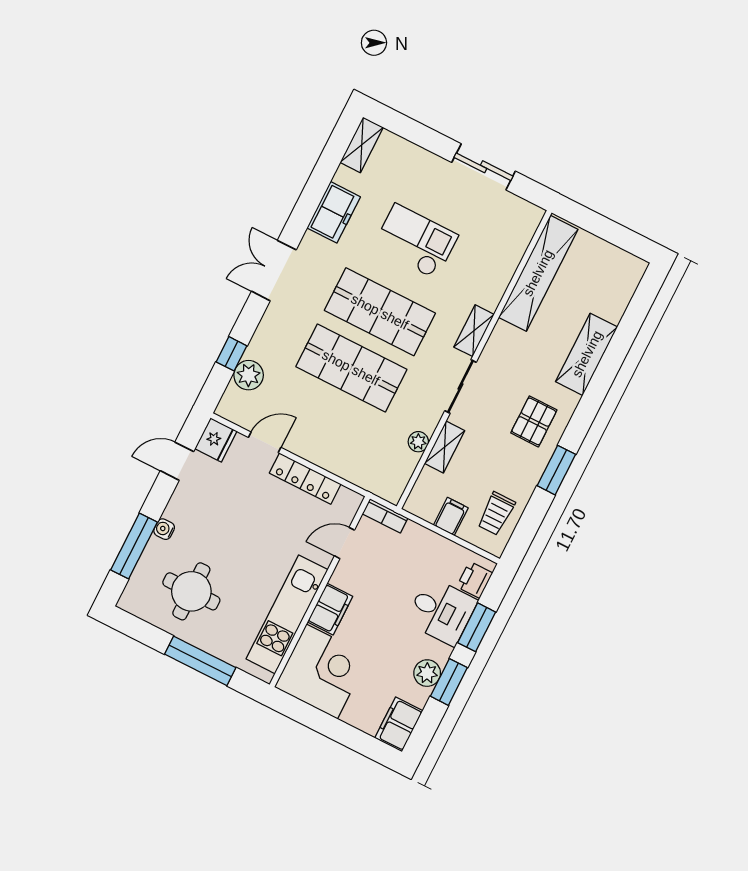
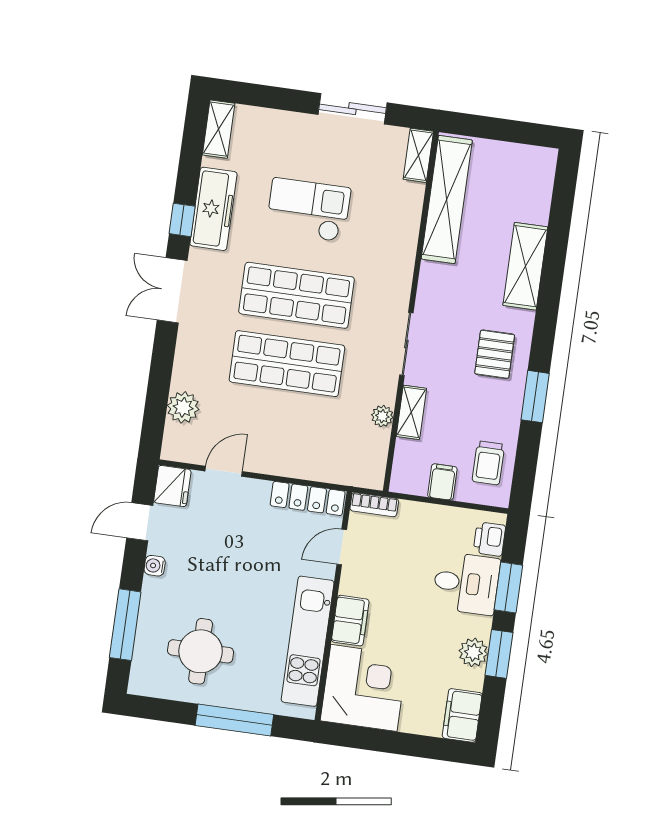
freezer: (334, 212) -> (213, 209), width x1.40
shelving: (474, 331) -> (418, 155), moved
window: (232, 354) -> (182, 220), moved
locker: (305, 479) -> (308, 498), moved
water cooler: (164, 529) -> (155, 566), moved

